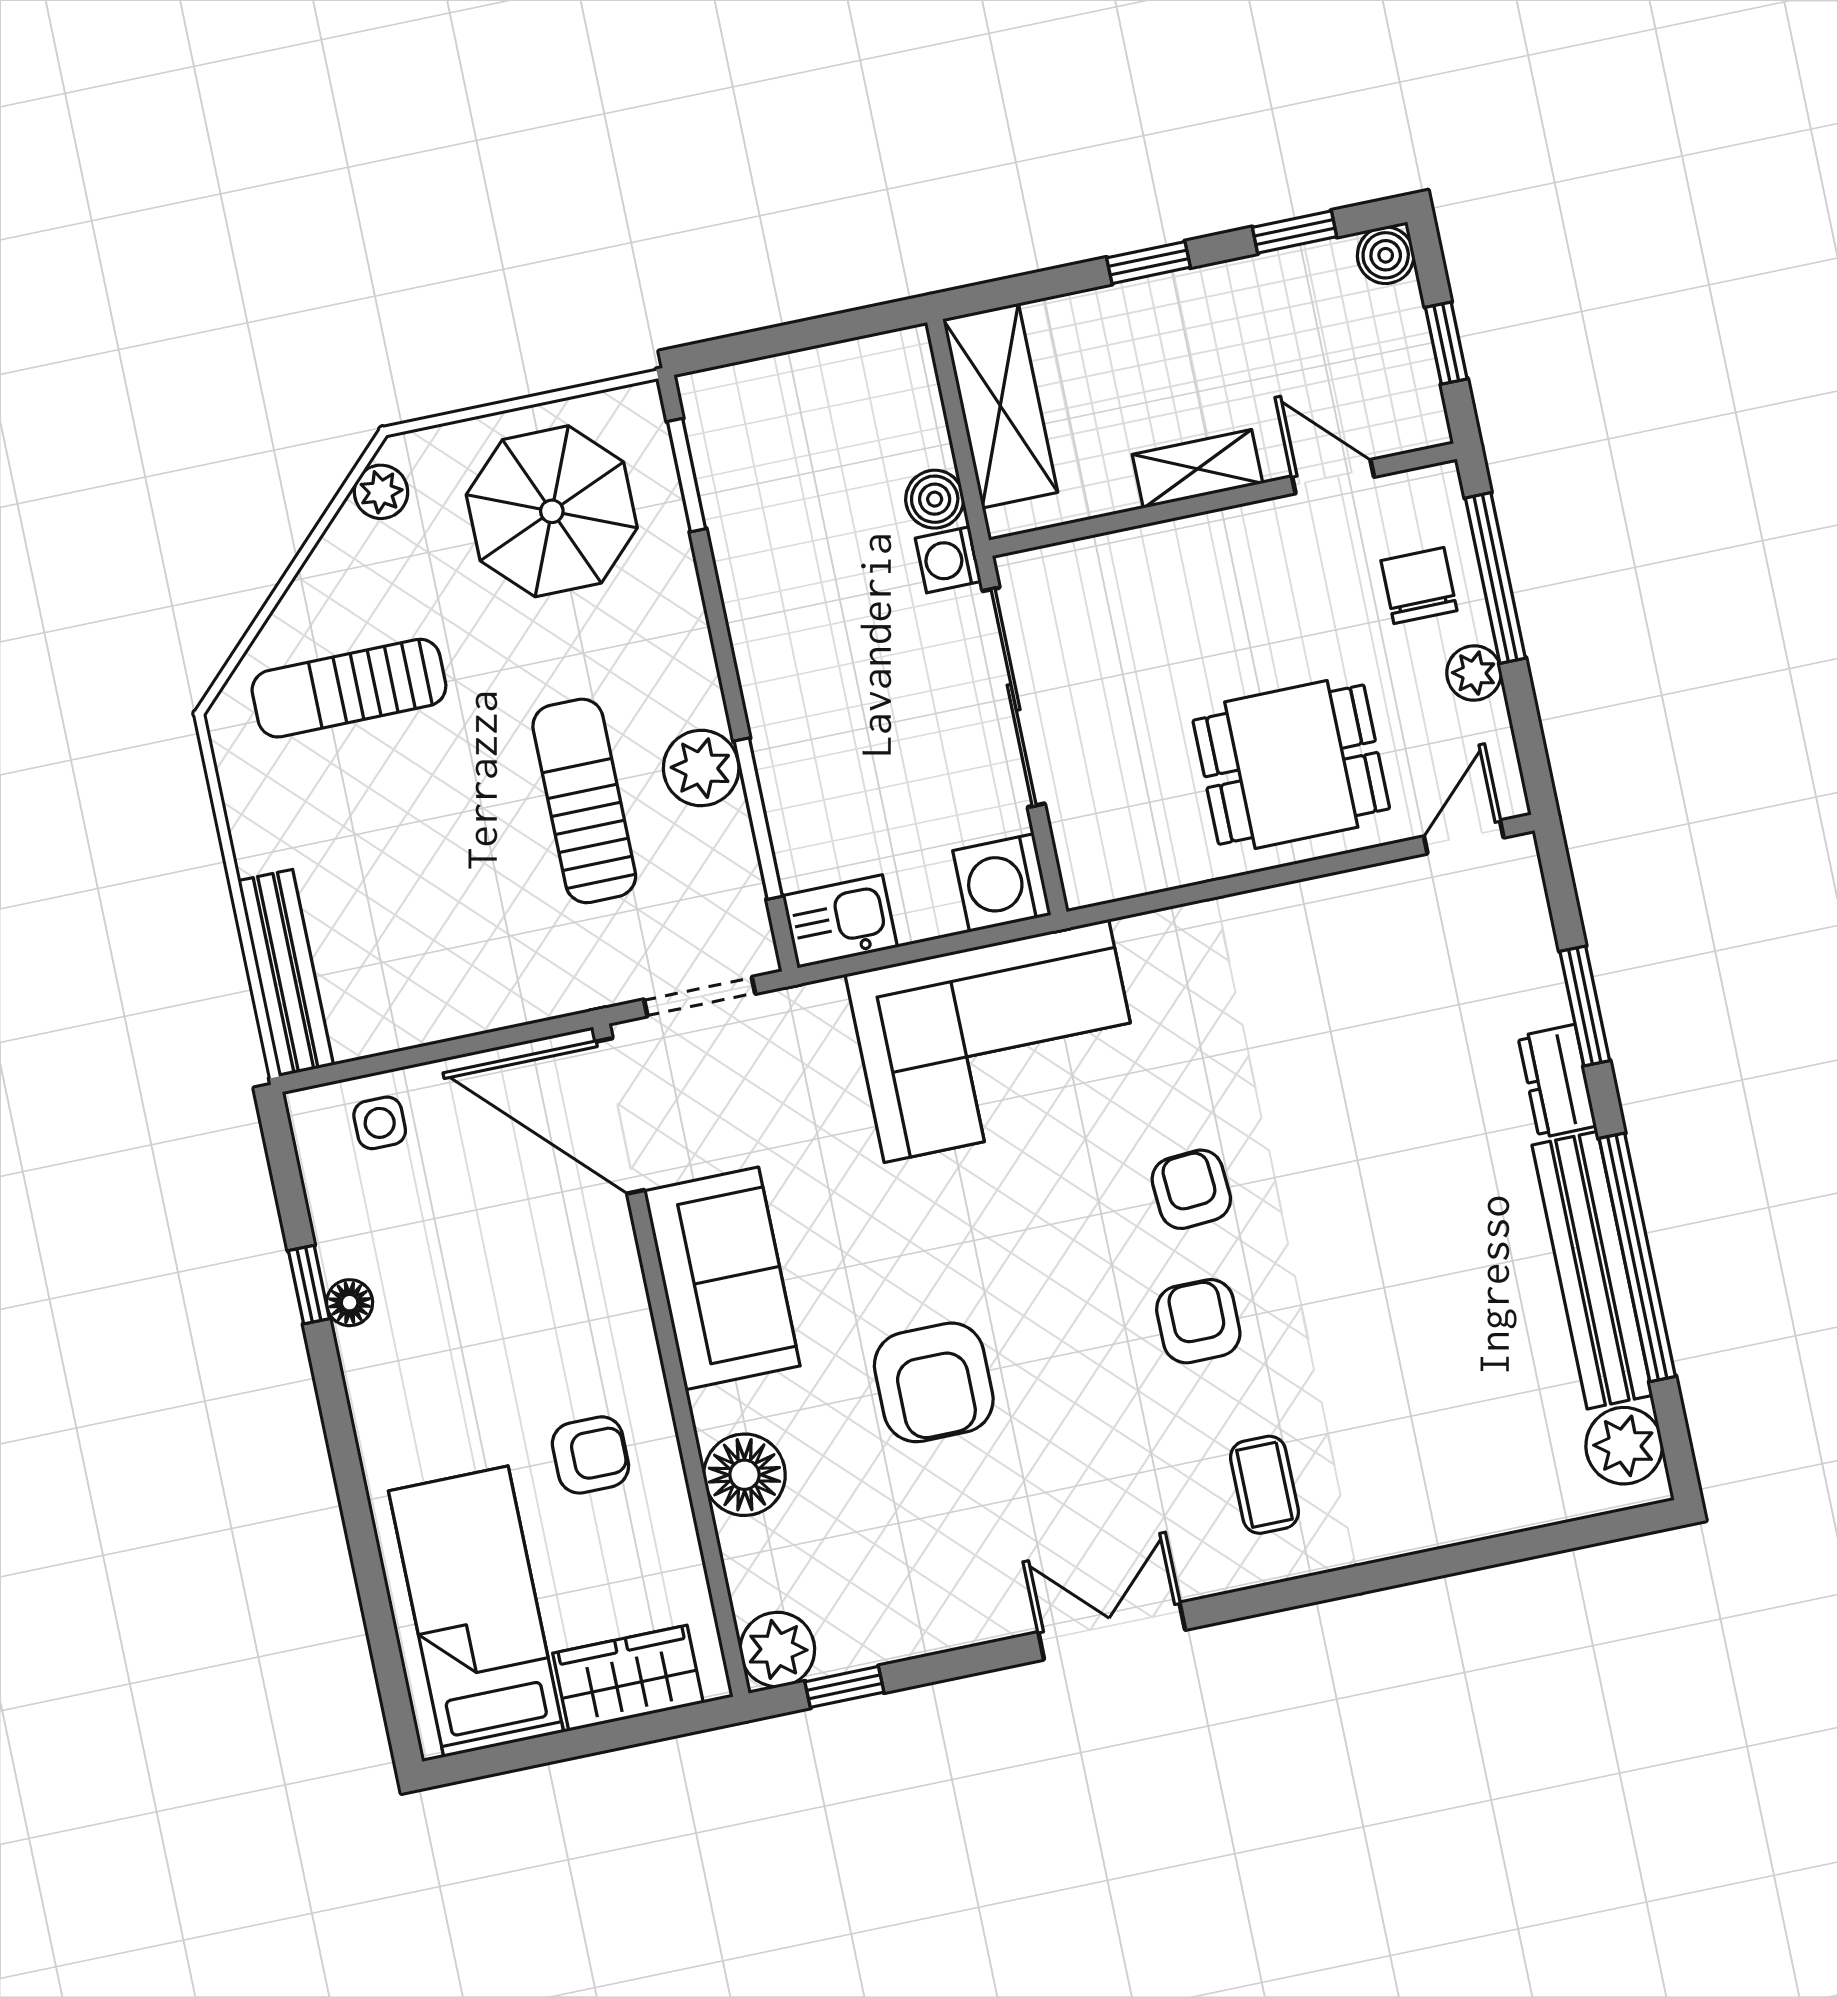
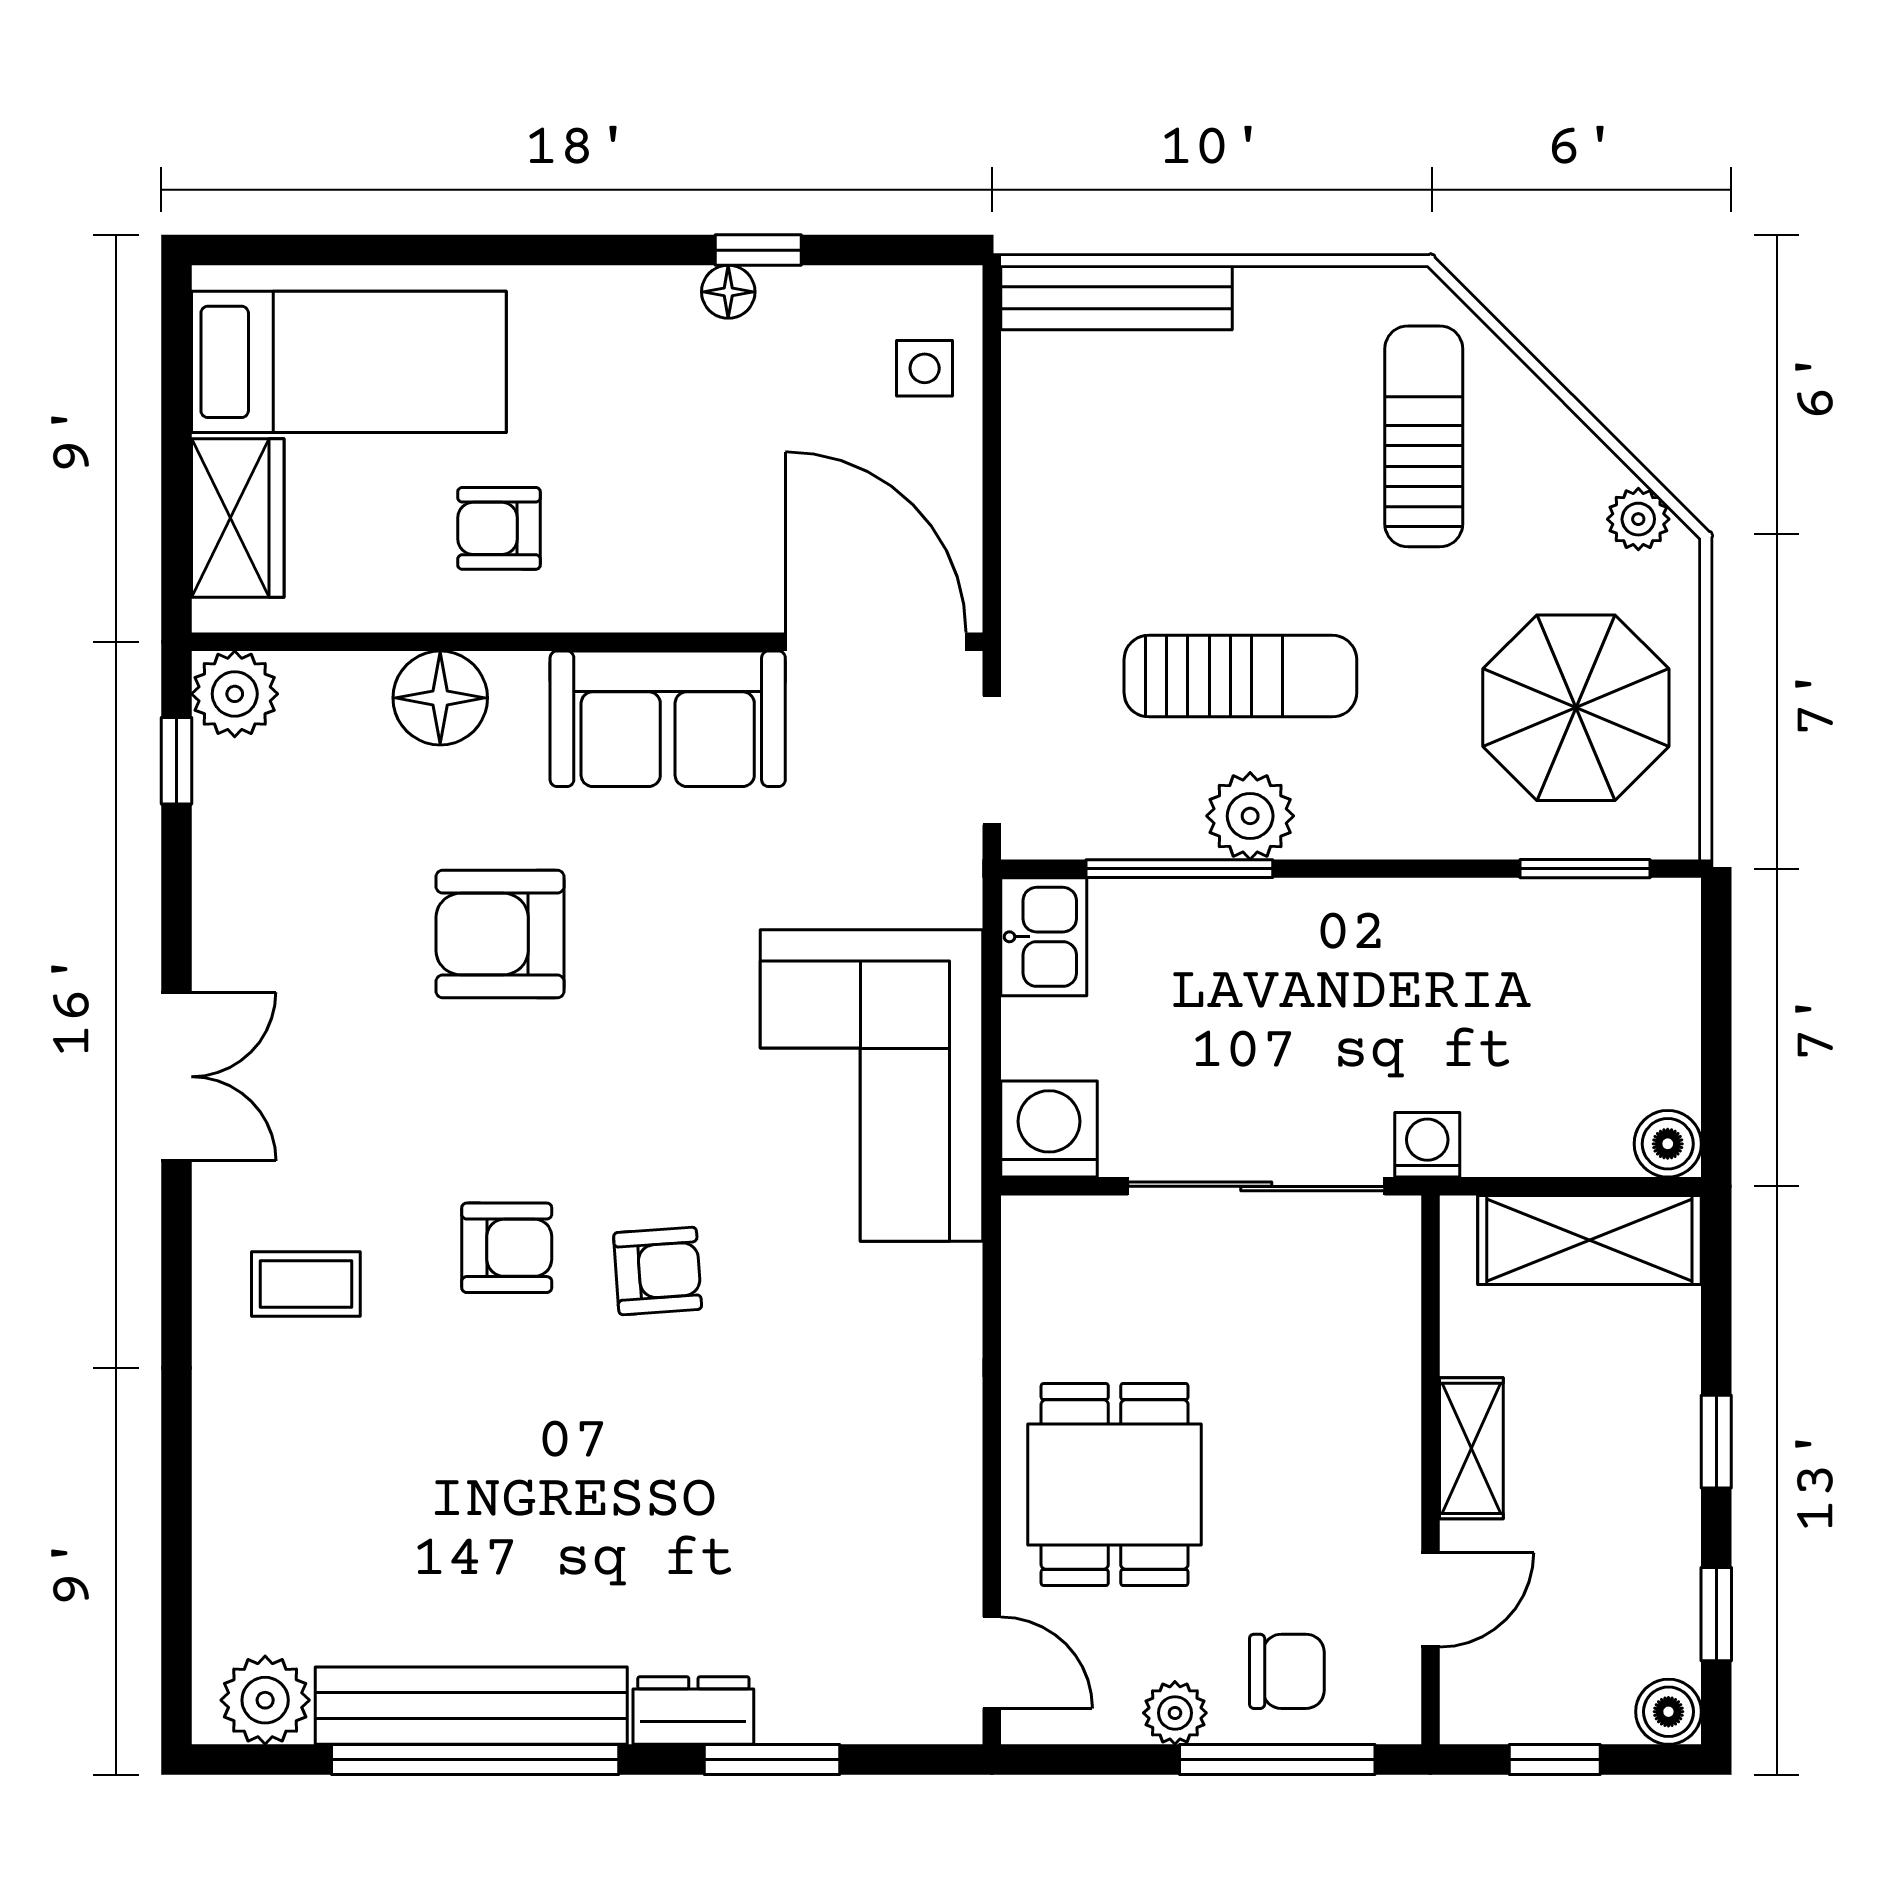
boiler: (935, 499) -> (1668, 1144), moved
door: (620, 1116) -> (876, 642), hinge flipped
armchair: (590, 1455) -> (499, 528), turned 90

